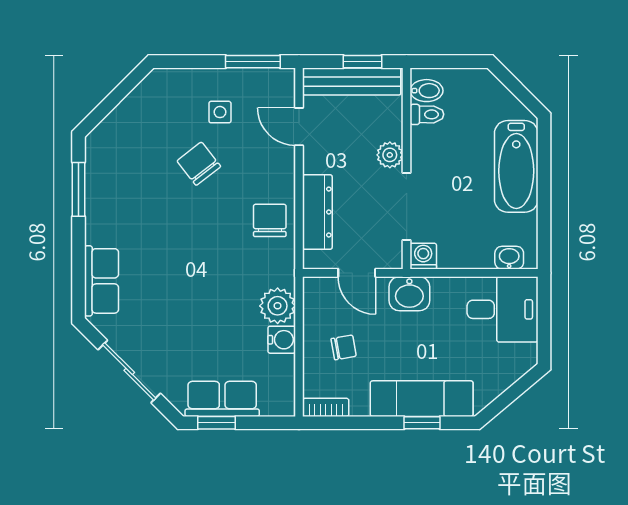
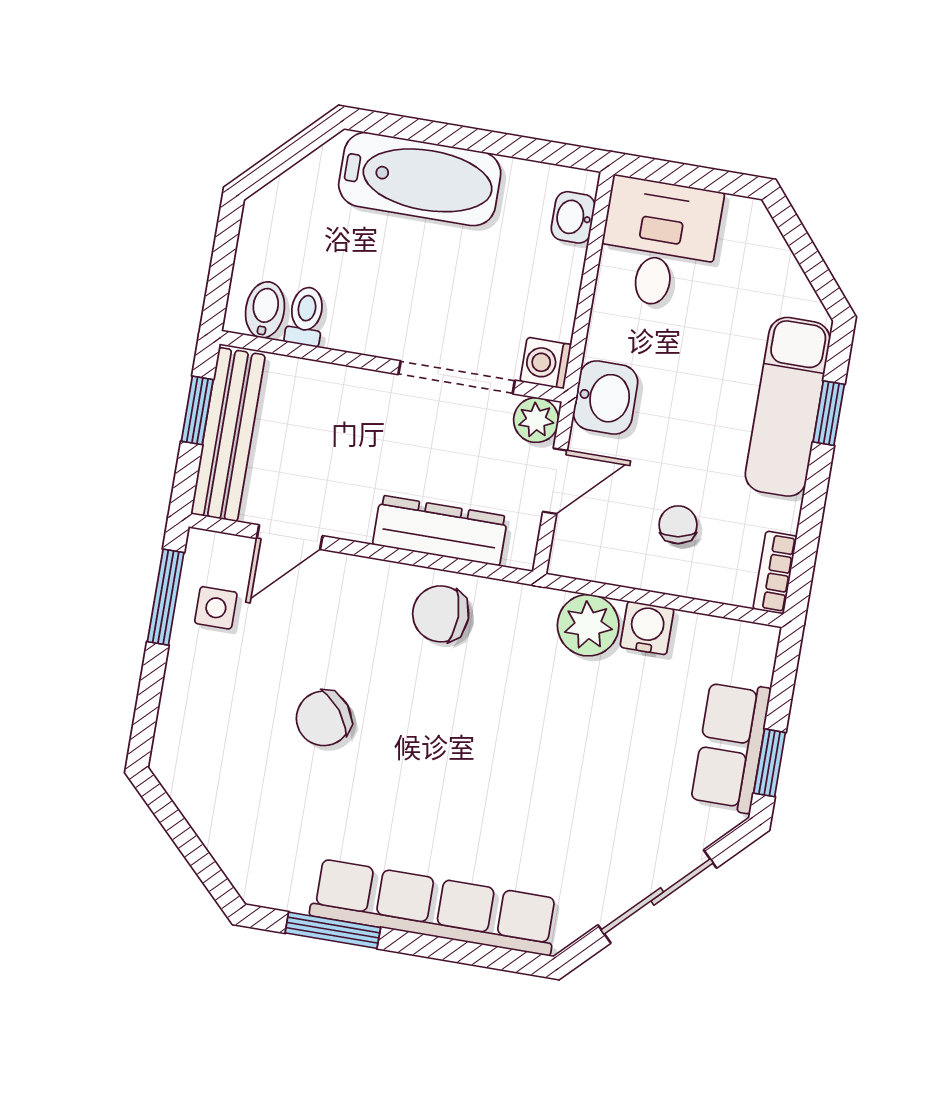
side table: (220, 112) -> (216, 608), moved
plant: (390, 155) -> (536, 420), moved
row of seats: (102, 281) -> (434, 907), width x2.02

